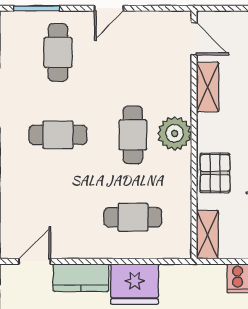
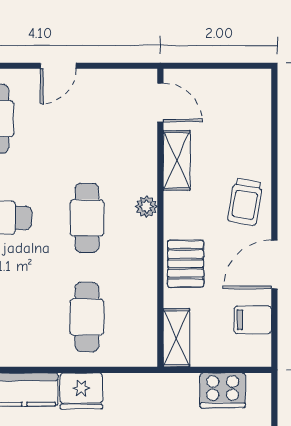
plant: (175, 133) -> (147, 207), width x0.53, depth x0.53
cafe table: (133, 217) -> (87, 317), turned 90
fridge: (135, 284) -> (81, 391), width x0.73, depth x0.75

